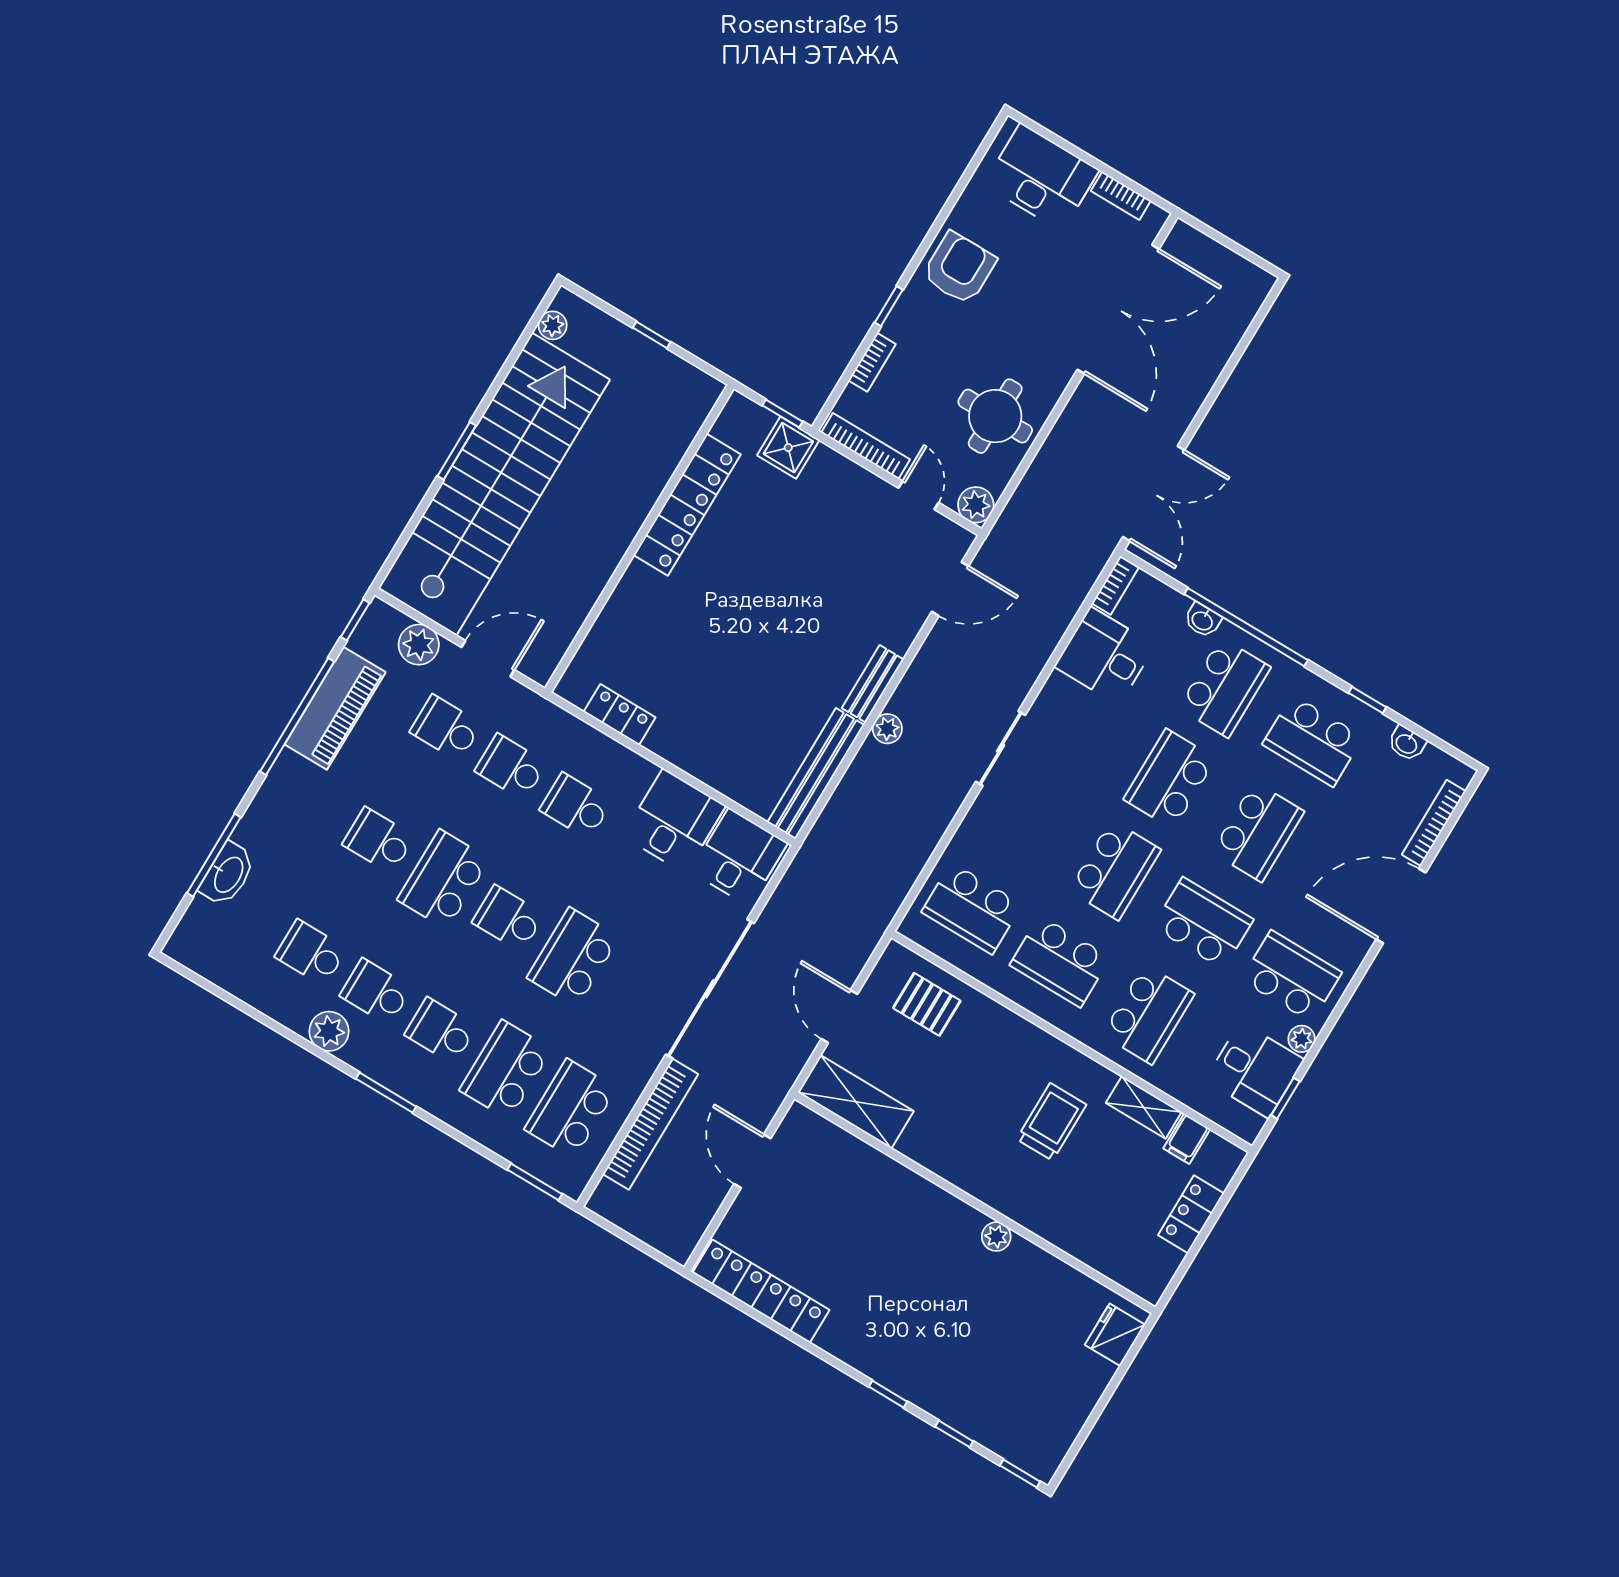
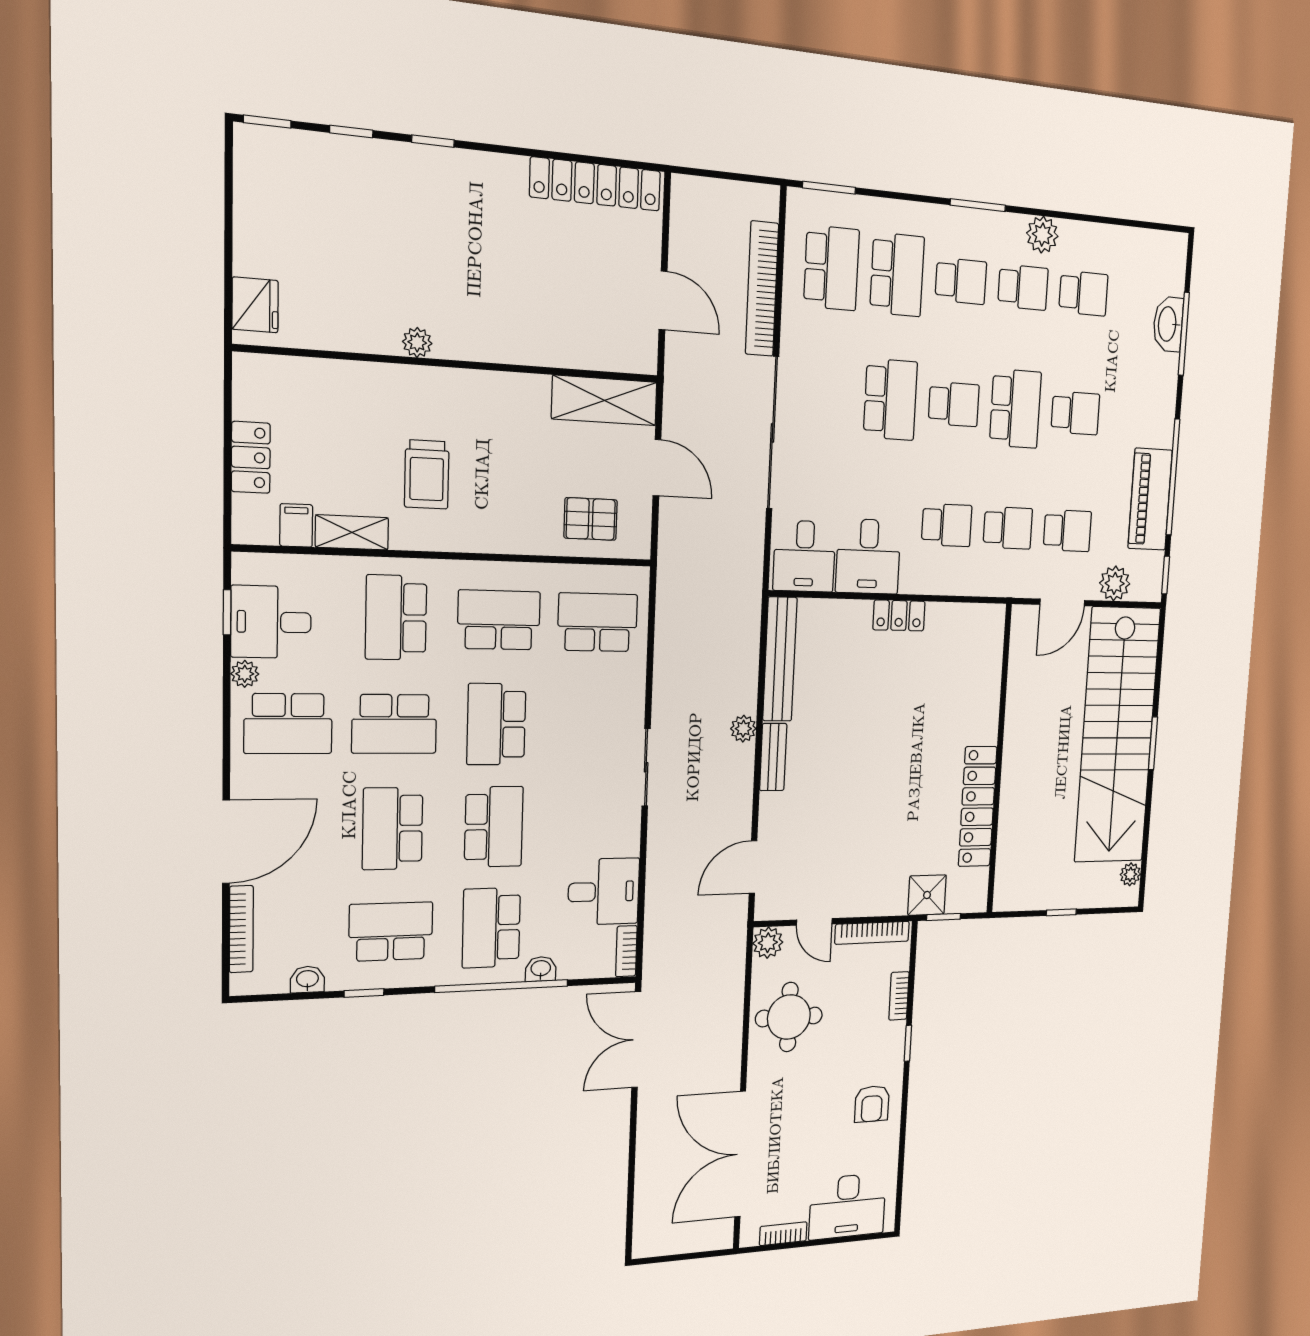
armchair: (959, 268) -> (872, 1104), width x0.72, depth x0.72
locker: (620, 715) -> (899, 615), moved

